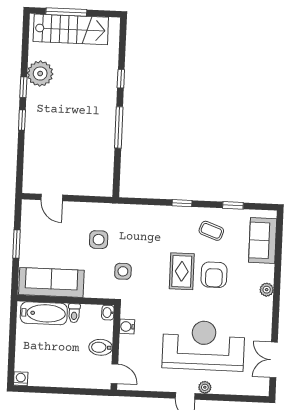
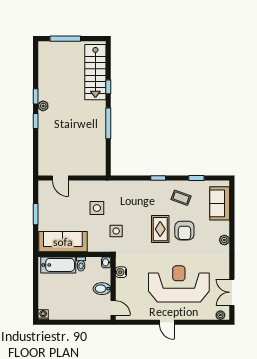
stairs: (71, 29) -> (95, 72), moved, turned 90
plant: (40, 74) -> (43, 106), moved, width x0.53, depth x0.53
plant: (205, 387) -> (220, 315), moved

